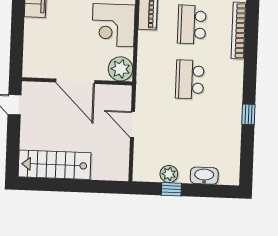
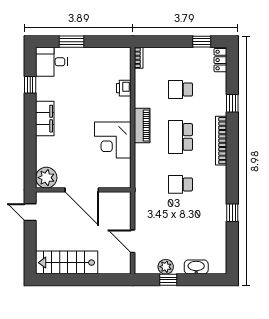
plant: (120, 69) -> (46, 178), moved
school desk: (190, 79) -> (181, 184), width x0.54
door: (132, 124) -> (133, 241), moved

